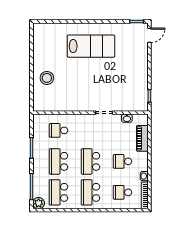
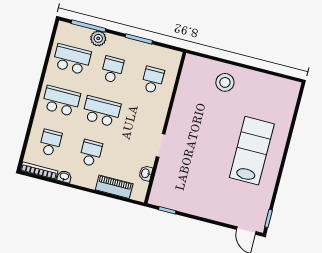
lab bench: (91, 46) -> (252, 151), turned 180
school desk: (58, 161) -> (112, 70), width x0.54
plant: (39, 203) -> (98, 38), moved

